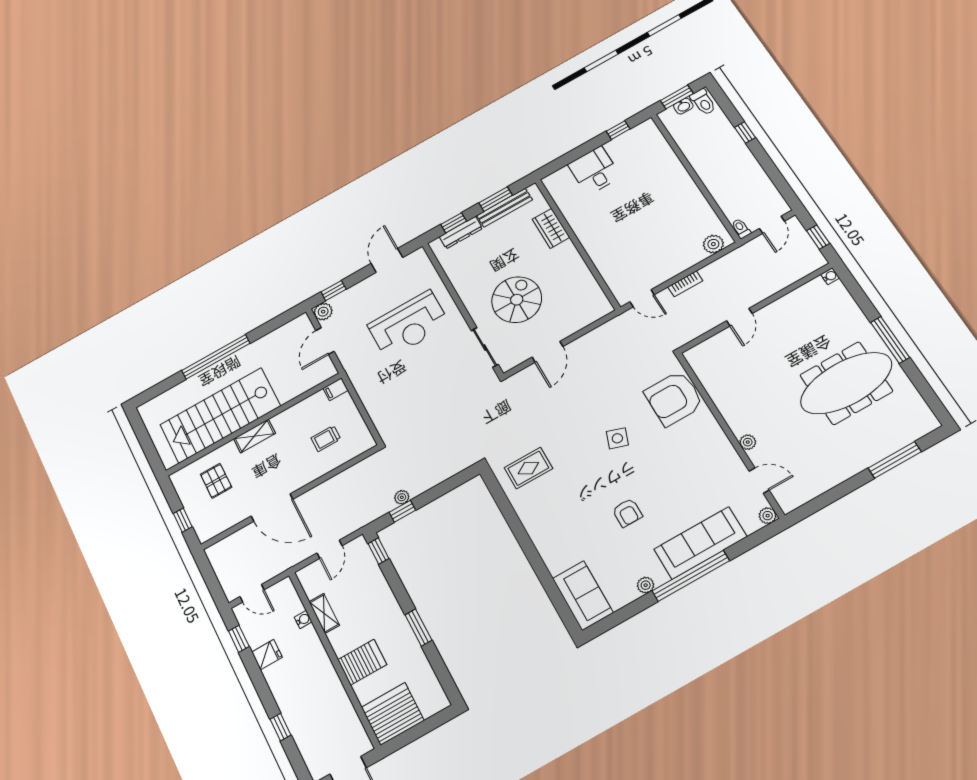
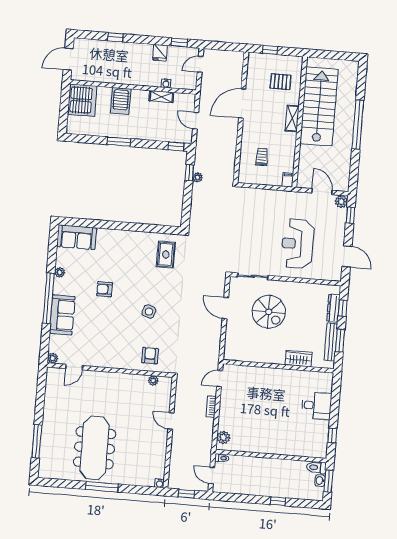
toilet: (703, 102) -> (316, 467), moved
armchair: (674, 398) -> (150, 356), width x0.53, depth x0.53
plant: (748, 442) -> (153, 381), moved
sofa: (700, 543) -> (62, 315), width x0.73

